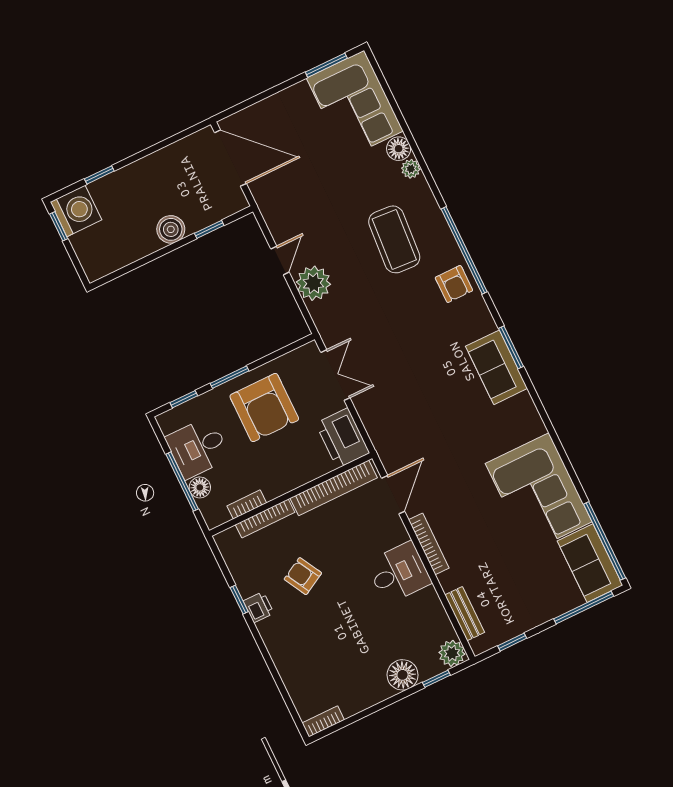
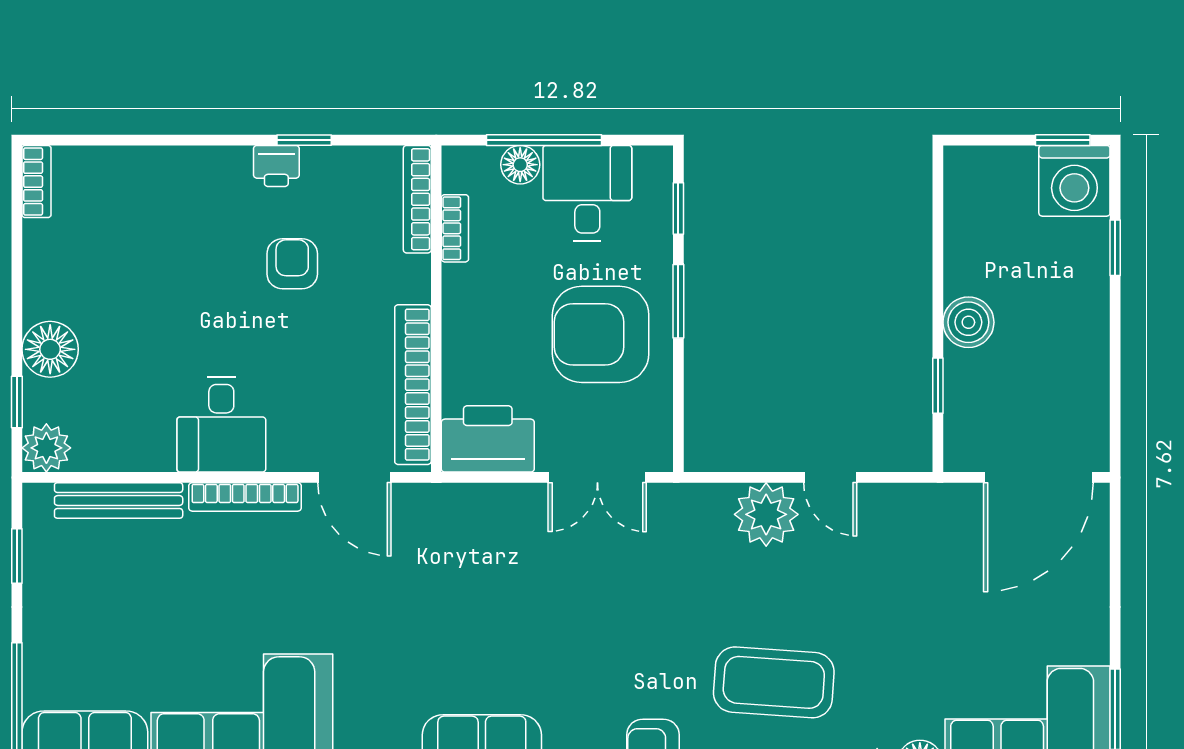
bookcase: (265, 518) -> (417, 199), moved
armchair: (303, 576) -> (292, 264), turned -61
bench: (465, 614) -> (119, 500), width x1.36

